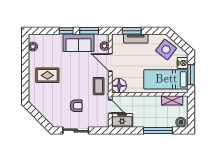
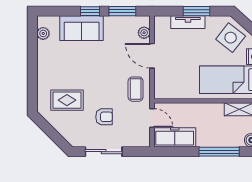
window: (132, 31) -> (196, 11), moved
sofa: (78, 43) -> (82, 28), moved
rug: (47, 75) -> (67, 100), moved
floor lamp: (119, 86) -> (164, 89), removed
freezer: (122, 120) -> (175, 137), width x1.40

